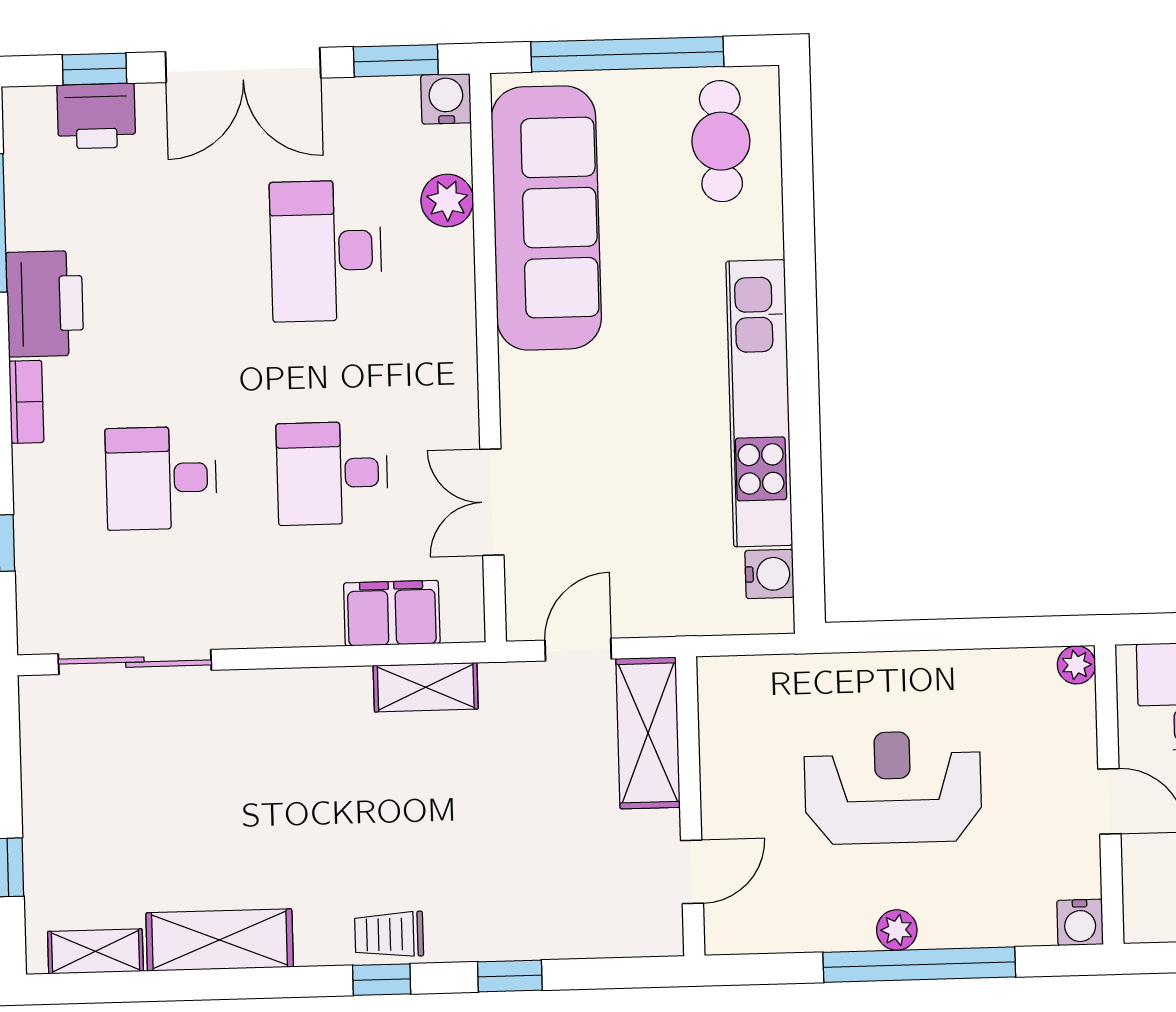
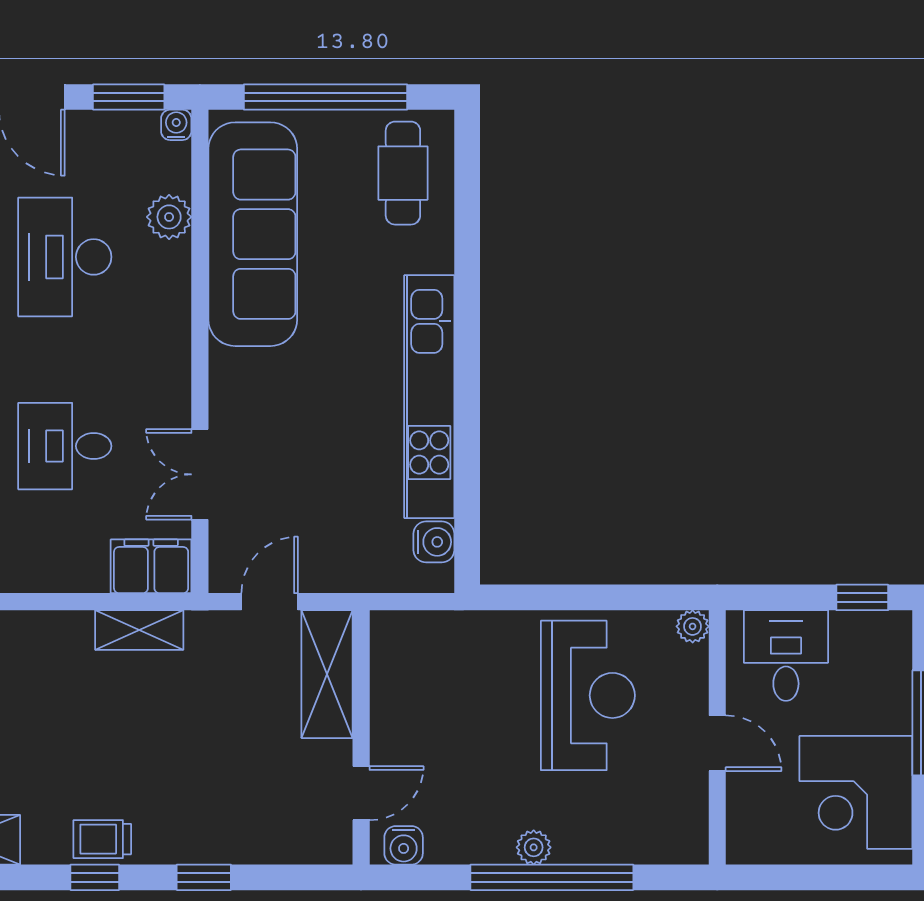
water cooler: (446, 99) -> (176, 125), width x0.72, depth x0.72
filing cabinet: (392, 613) -> (151, 566), moved
reception desk: (893, 787) -> (588, 695), moved, turned 90
water cooler: (1080, 922) -> (404, 845), moved

